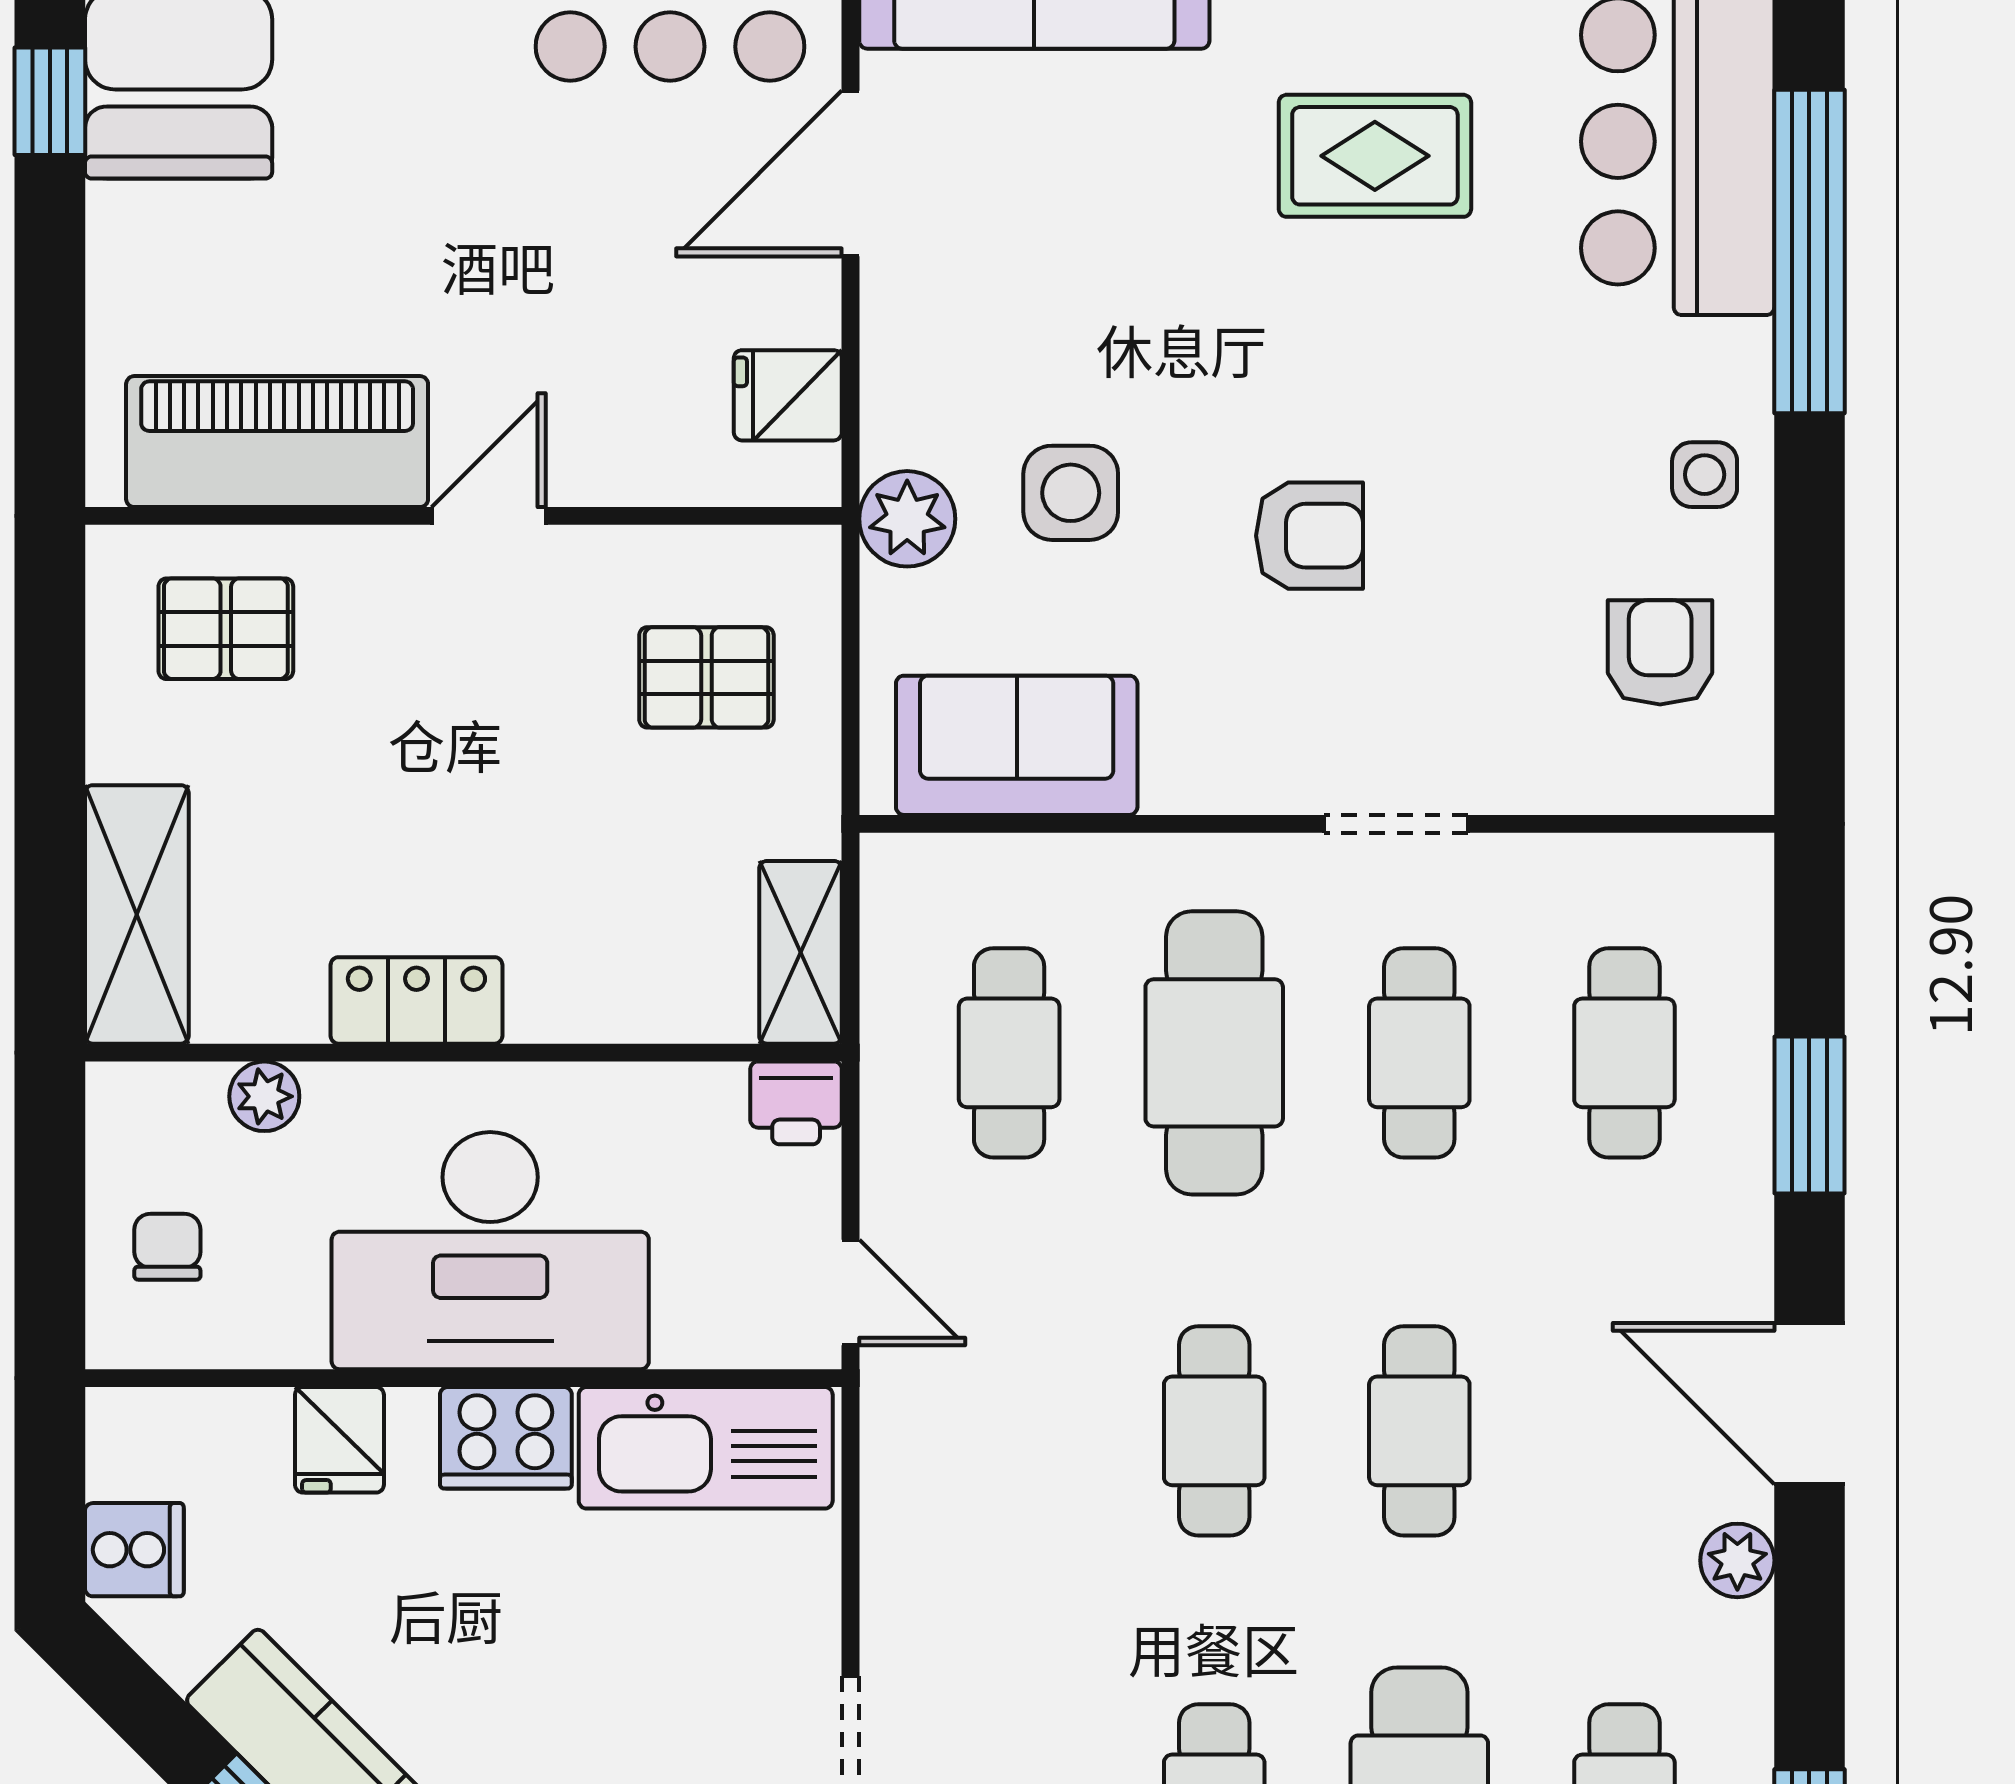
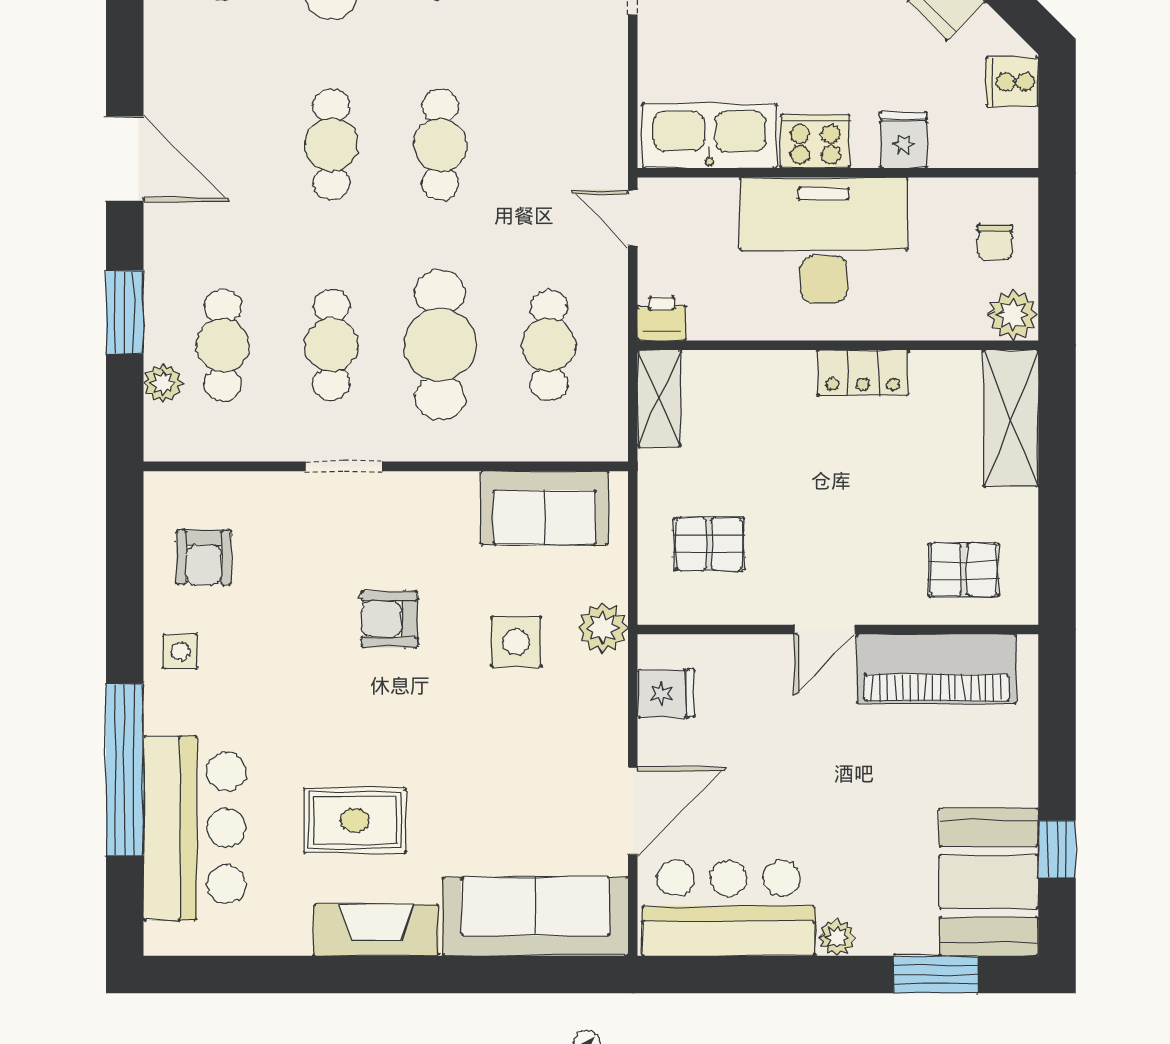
plant: (264, 1096) -> (1013, 315), moved, width x1.38, depth x1.38
plant: (1737, 1560) -> (163, 383), moved

